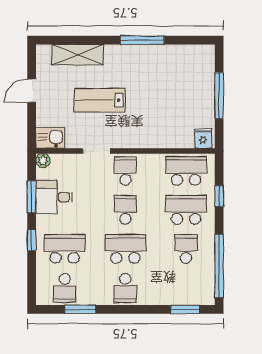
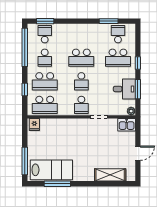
window: (142, 40) -> (57, 184), moved
window: (219, 96) -> (25, 161), moved
lab bench: (100, 100) -> (51, 170), moved, width x1.36, depth x1.39
school desk: (125, 288) -> (45, 34), moved

